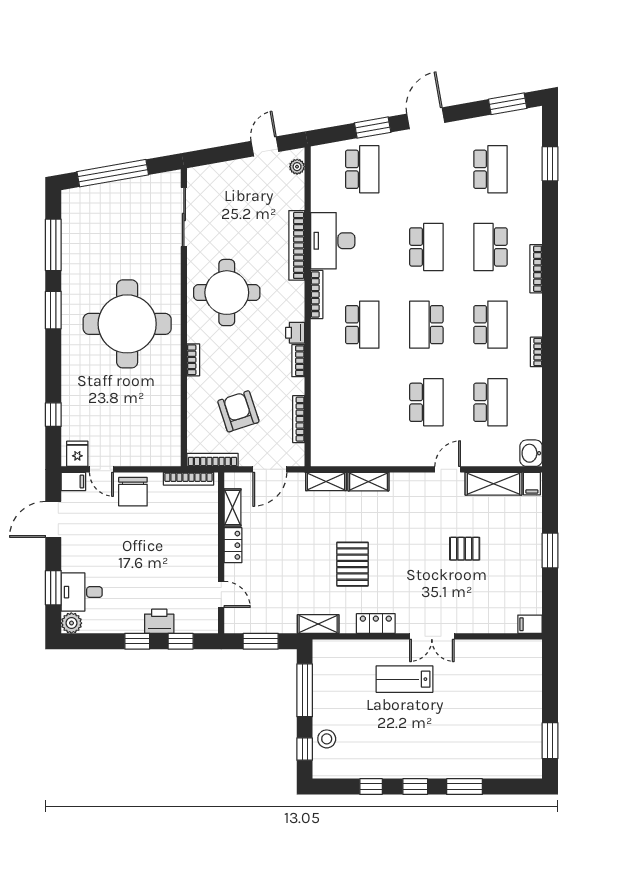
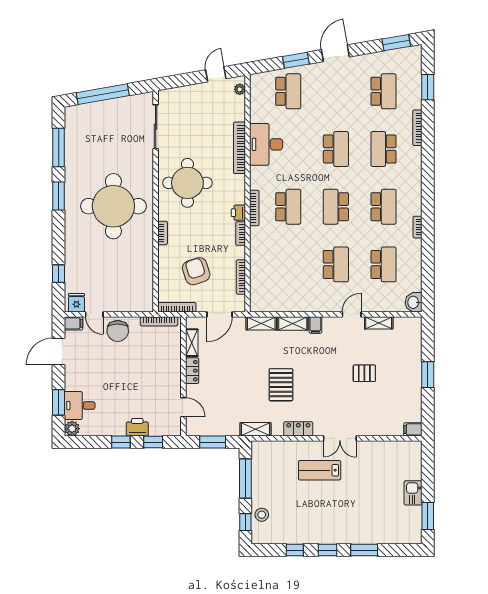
bookcase: (536, 269) -> (417, 128), moved
bookcase: (317, 295) -> (254, 208), moved
shelving: (493, 484) -> (379, 323), width x0.67, depth x0.75
filing cabinet: (532, 484) -> (315, 325), moved
kitchen sink: (530, 710) -> (413, 493), added

